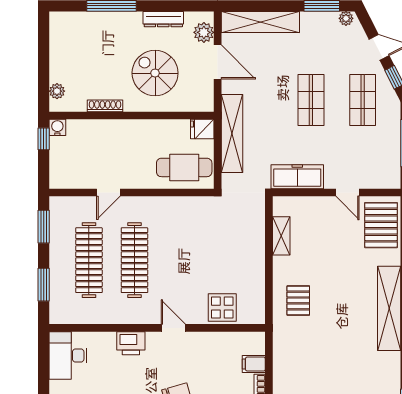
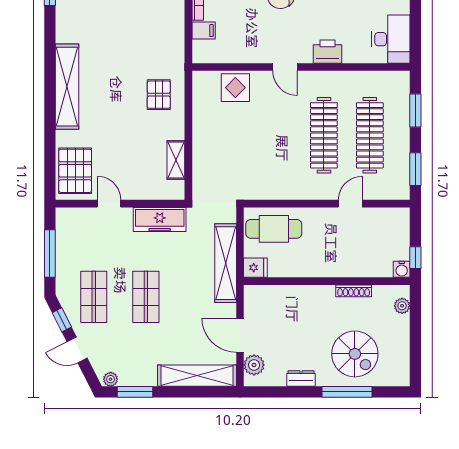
dresser: (163, 19) -> (301, 378), width x0.70
spiral stairs: (155, 73) -> (355, 354), moved

